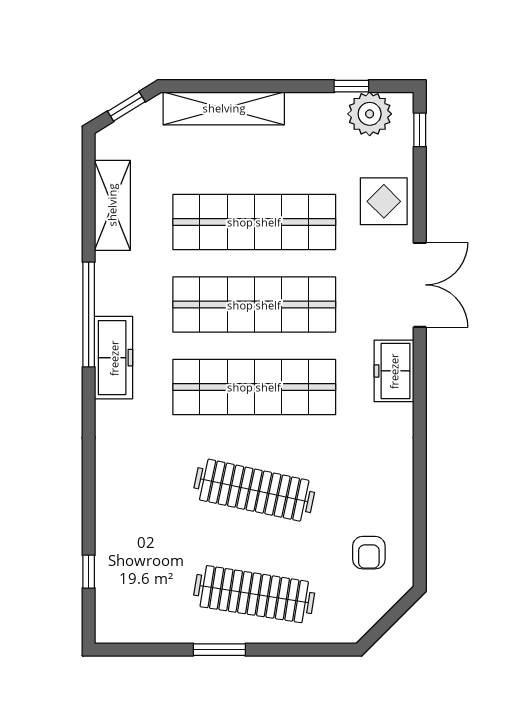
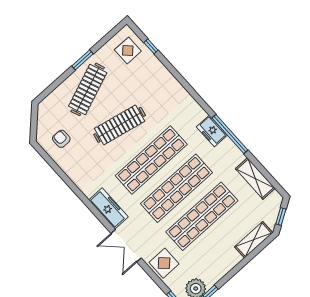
shelving: (224, 108) -> (254, 240), width x0.68
freezer: (114, 358) -> (212, 131), width x0.71
freezer: (394, 371) -> (108, 208), width x1.40
clothes rail: (254, 594) -> (88, 89), turned -30
display table: (132, 599) -> (128, 50), added

